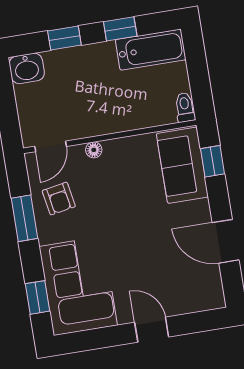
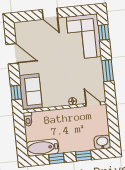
door: (51, 146) -> (93, 104), hinge flipped
armchair: (59, 199) -> (91, 79), removed

